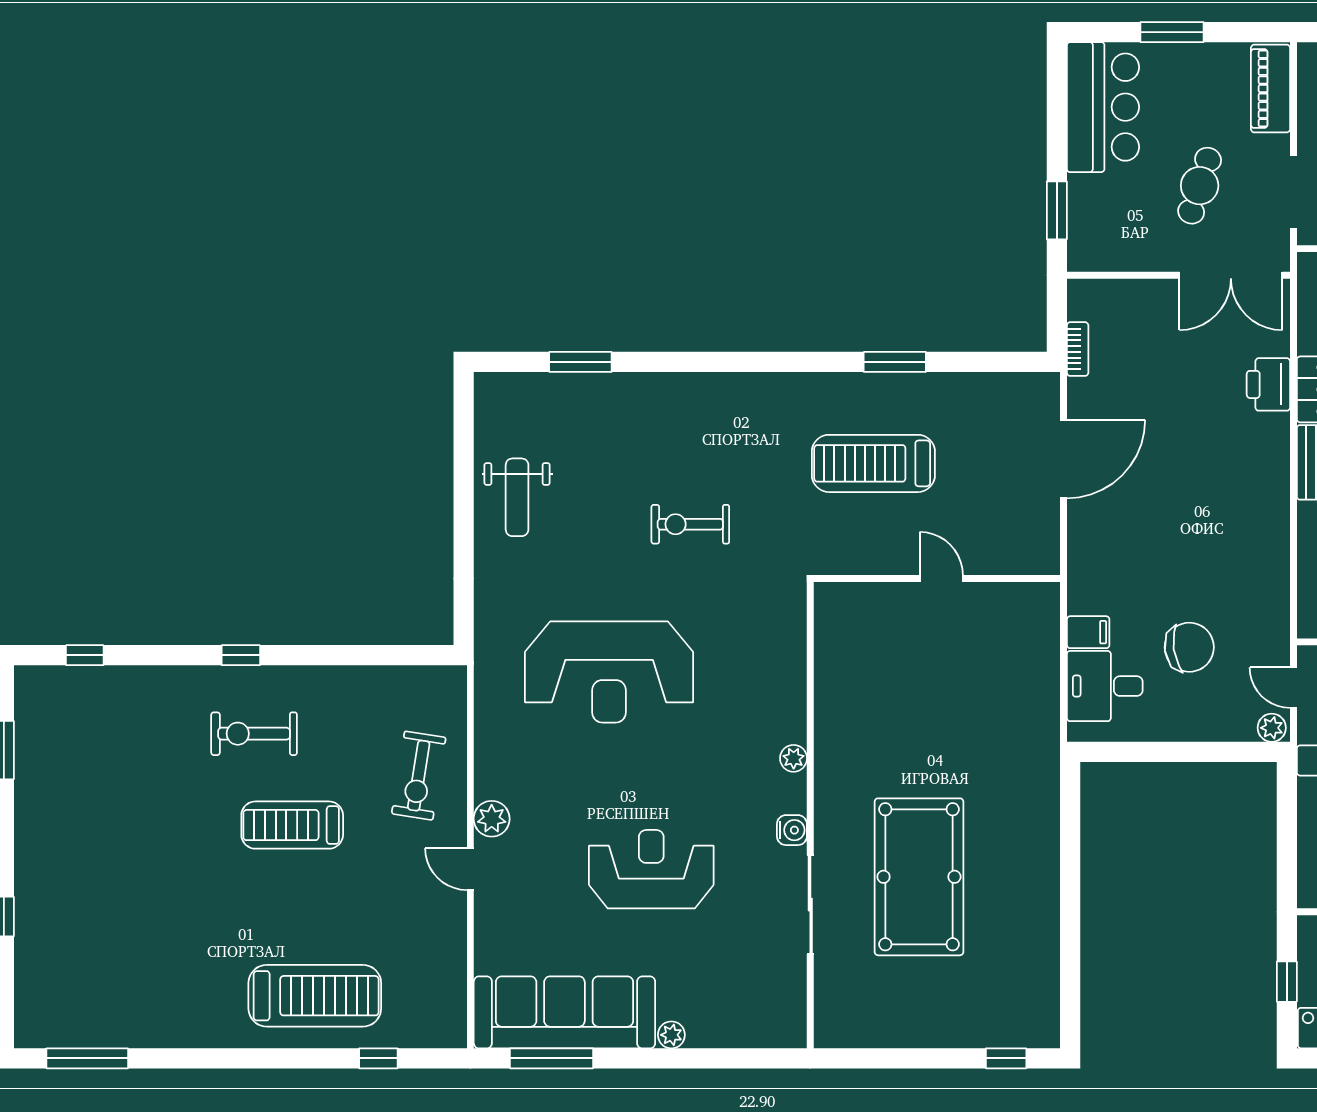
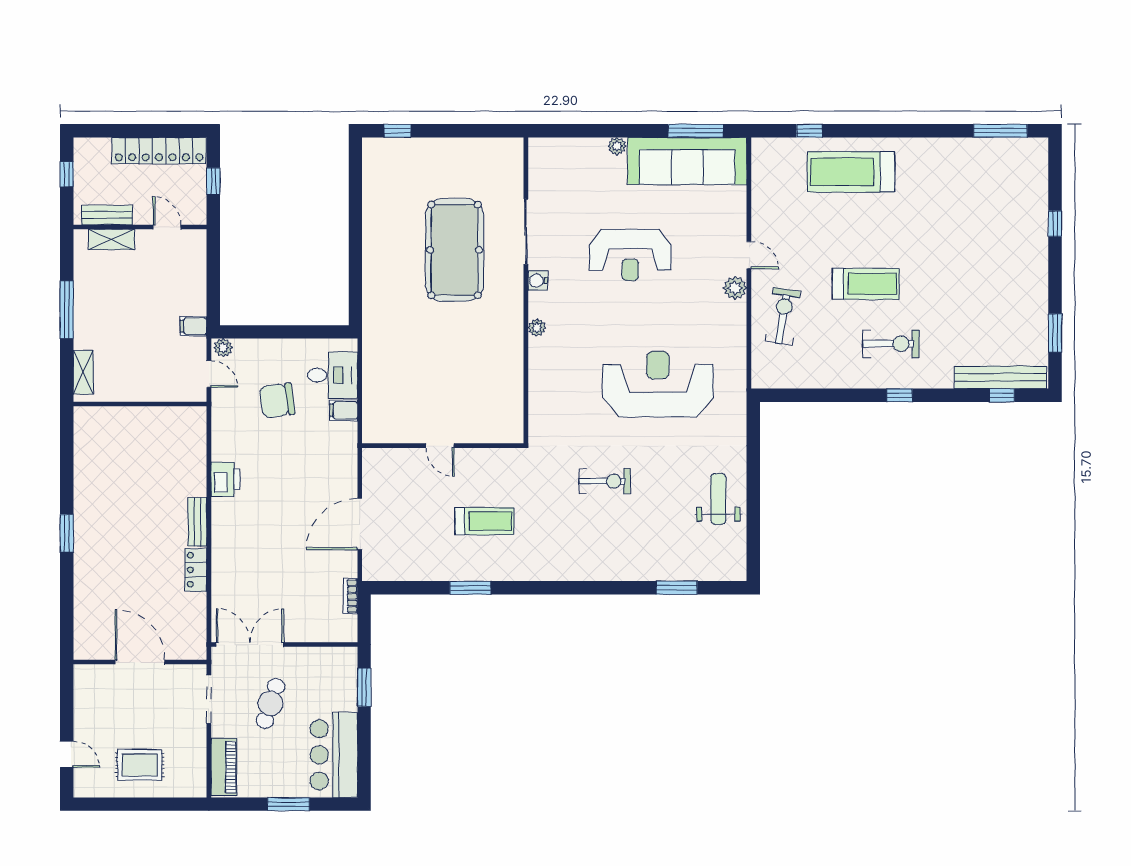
printer: (1268, 384) -> (225, 479), moved
treadmill: (873, 463) -> (484, 521), width x0.73, depth x0.73
bench: (87, 683) -> (1000, 377), added

